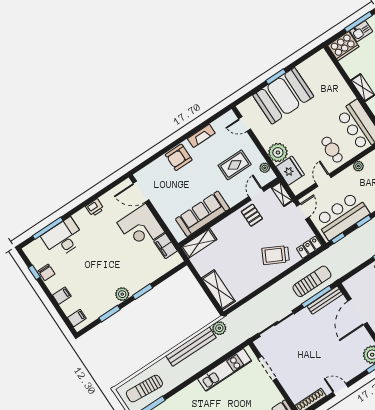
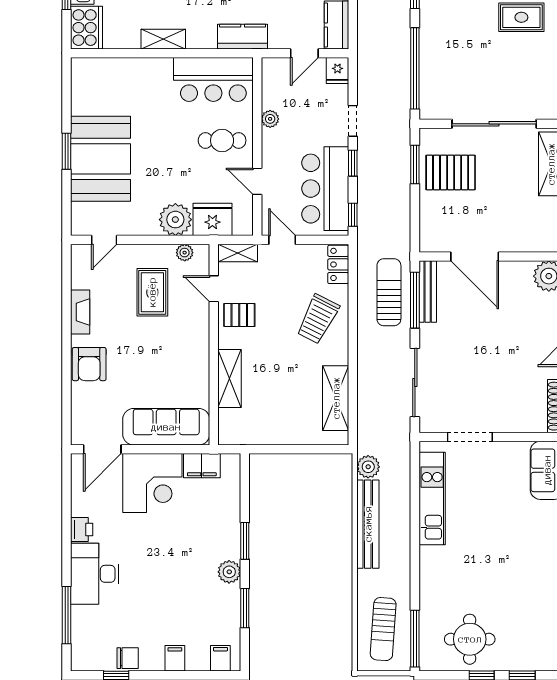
sofa: (202, 214) -> (166, 427), moved, turned 90
desk: (63, 238) -> (95, 574), moved
shelving: (199, 243) -> (229, 379), moved
shelving: (218, 290) -> (336, 398), moved, turned 90

